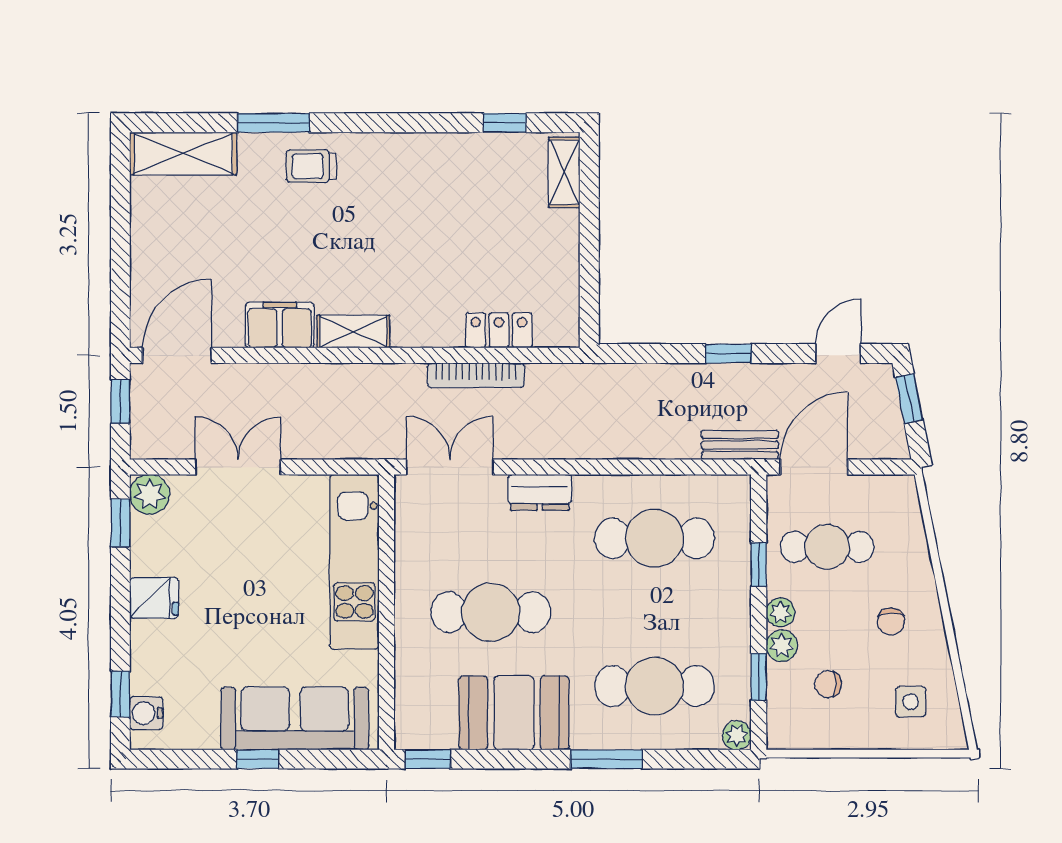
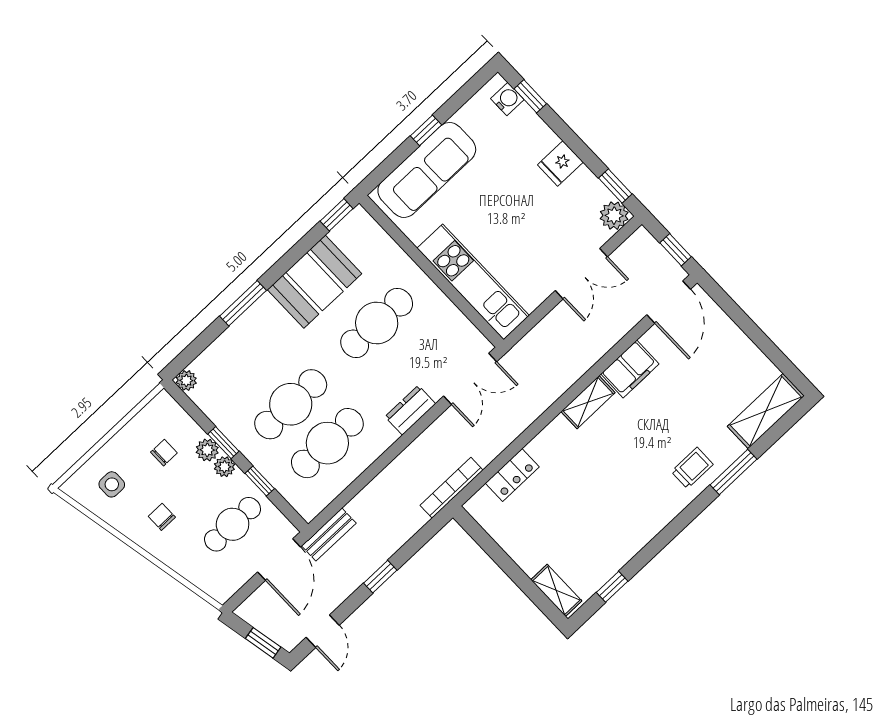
bookcase: (476, 375) -> (452, 488), moved
window: (759, 677) -> (223, 443), moved
cafe table: (654, 686) -> (291, 404), moved

